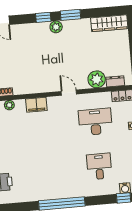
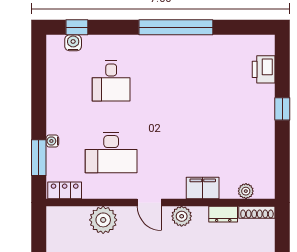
dresser: (115, 81) -> (223, 214), moved
plant: (48, 86) -> (182, 216), added

